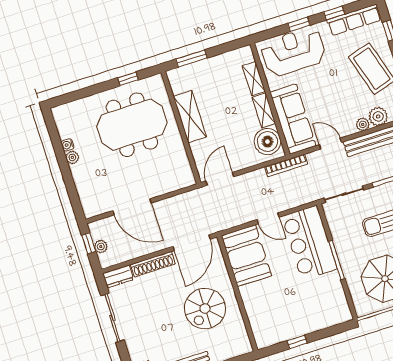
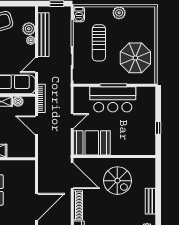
boiler: (267, 142) -> (18, 101), width x0.54, depth x0.54
door: (220, 179) -> (36, 125), moved
bar counter: (309, 243) -> (113, 99), moved

